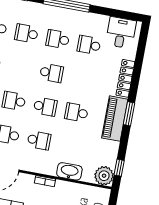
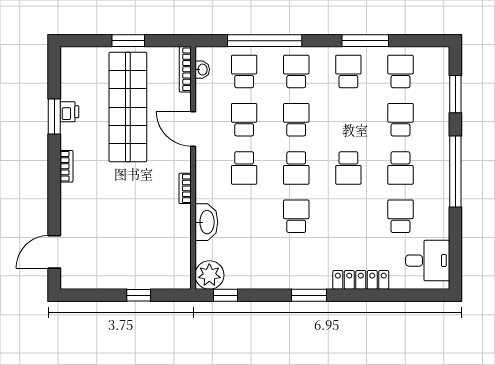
school desk: (58, 39) -> (400, 168), turned 180
piano: (115, 119) -> (298, 275), removed

